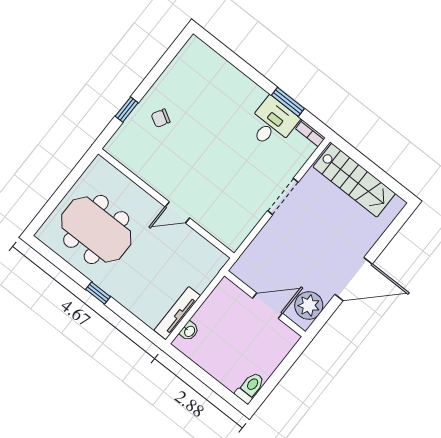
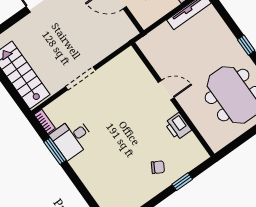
printer: (151, 173) -> (178, 126), added

